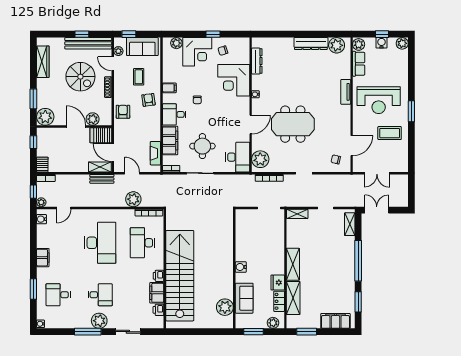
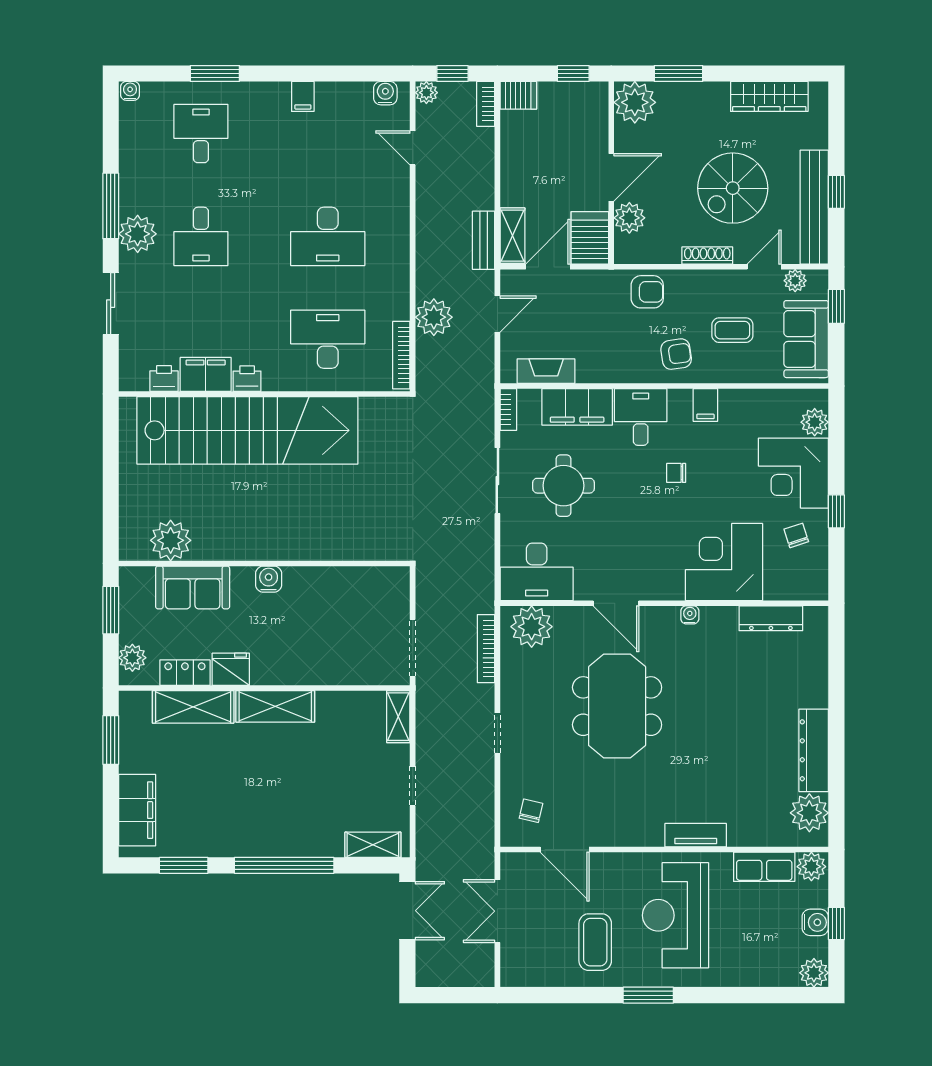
desk: (100, 243) -> (328, 236), width x0.73, depth x0.77
filing cabinet: (43, 258) -> (303, 96), width x0.50

